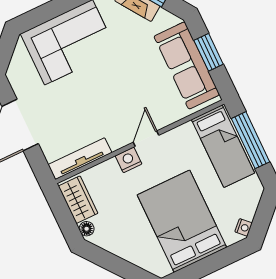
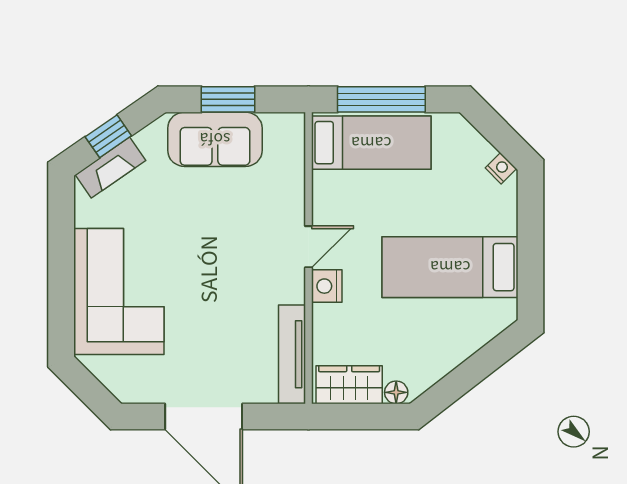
sofa: (187, 65) -> (215, 139), width x0.73
door: (146, 139) -> (308, 247), swing flipped
bed: (182, 221) -> (450, 267), width x0.67

